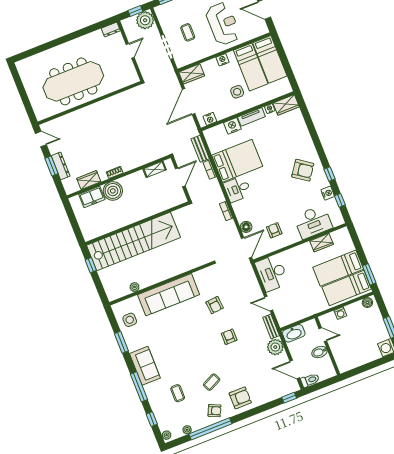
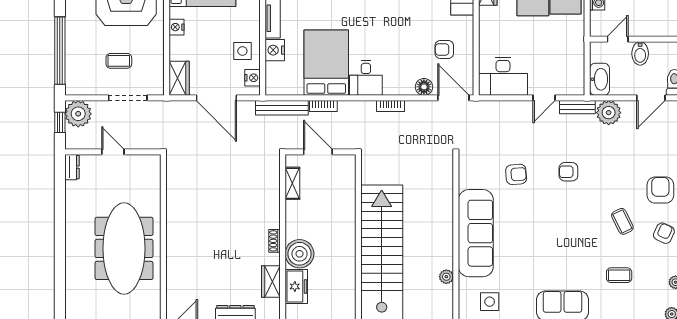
side table: (237, 92) -> (242, 51), moved
bench: (200, 149) -> (282, 108), width x1.36

